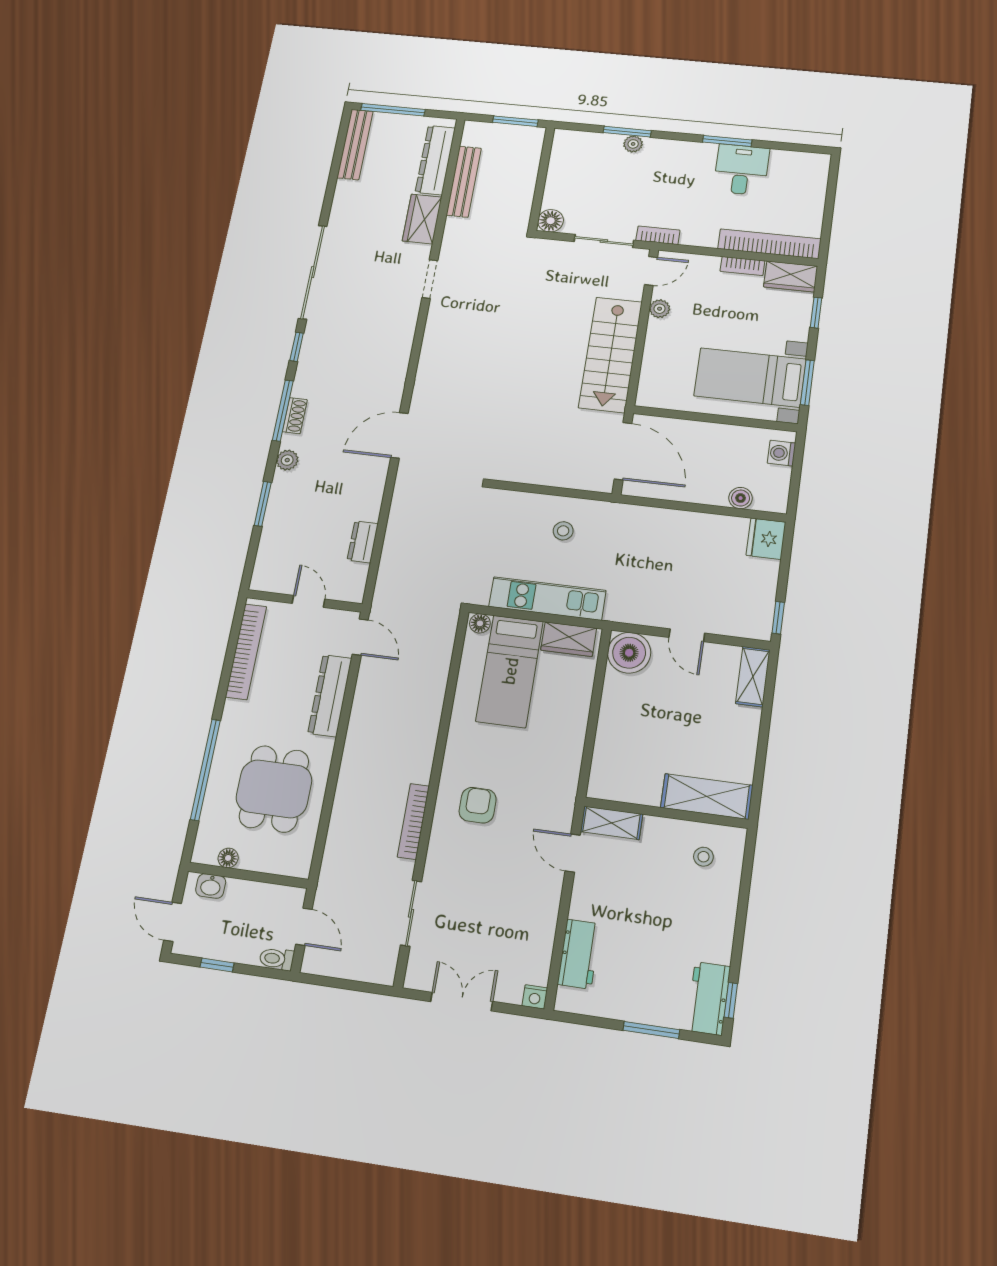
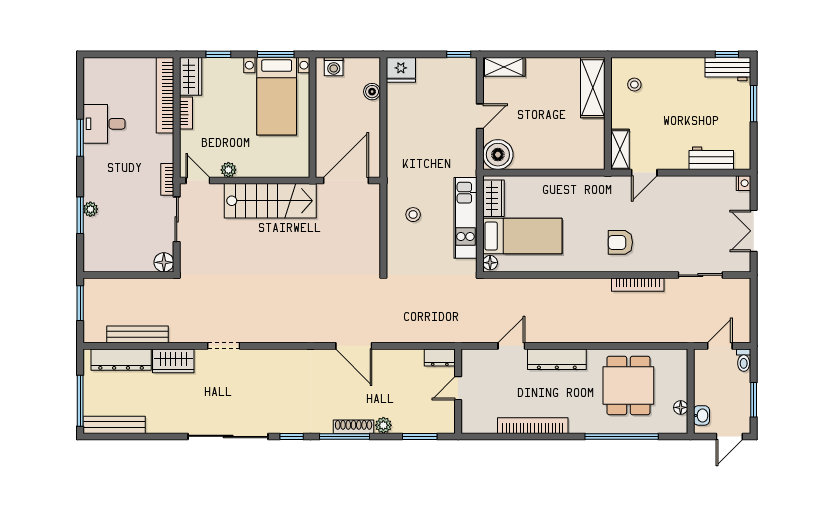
shoe rack: (295, 416) -> (354, 427), width x1.43
wall: (304, 601) -> (458, 391), moved
door: (308, 601) -> (458, 388), moved
dining table: (274, 789) -> (628, 385), turned 90
window: (217, 965) -> (754, 400), width x1.50

